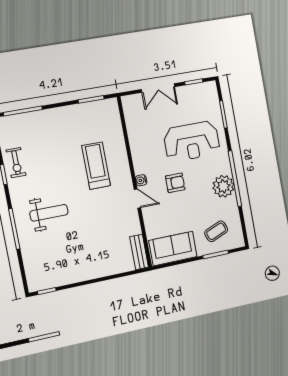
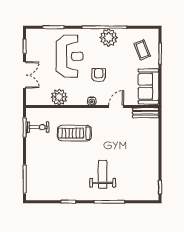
plant: (138, 137) -> (59, 97), added
exercise bike: (16, 163) -> (38, 127), moved
door: (137, 198) -> (116, 106), moved

